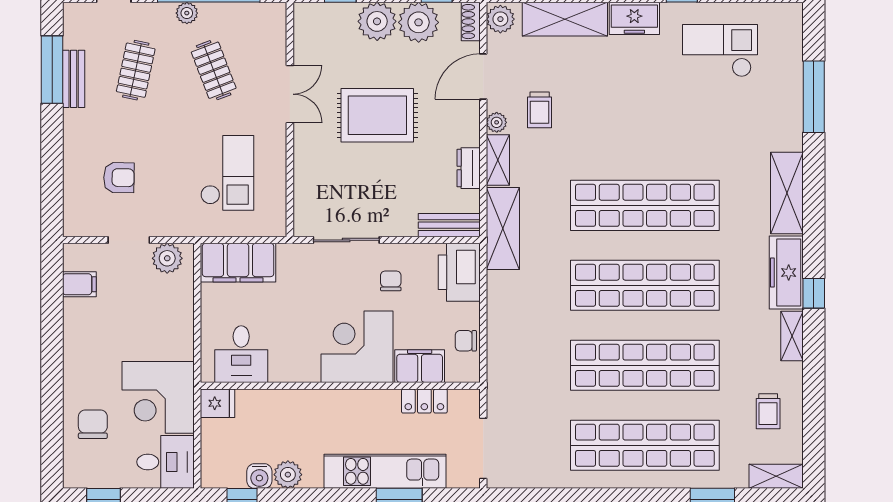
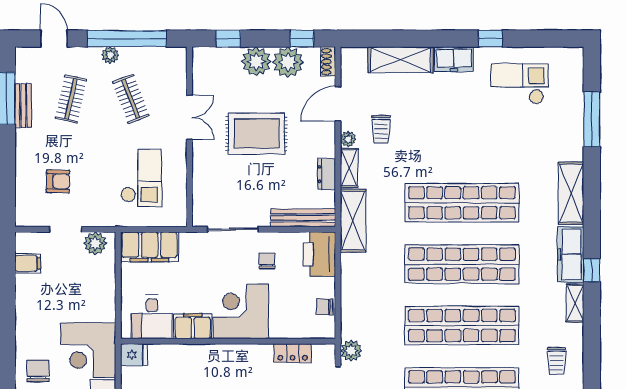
plant: (500, 19) -> (351, 351), moved
bench: (449, 225) -> (303, 218), width x1.36
filing cabinet: (420, 366) -> (193, 326), moved

